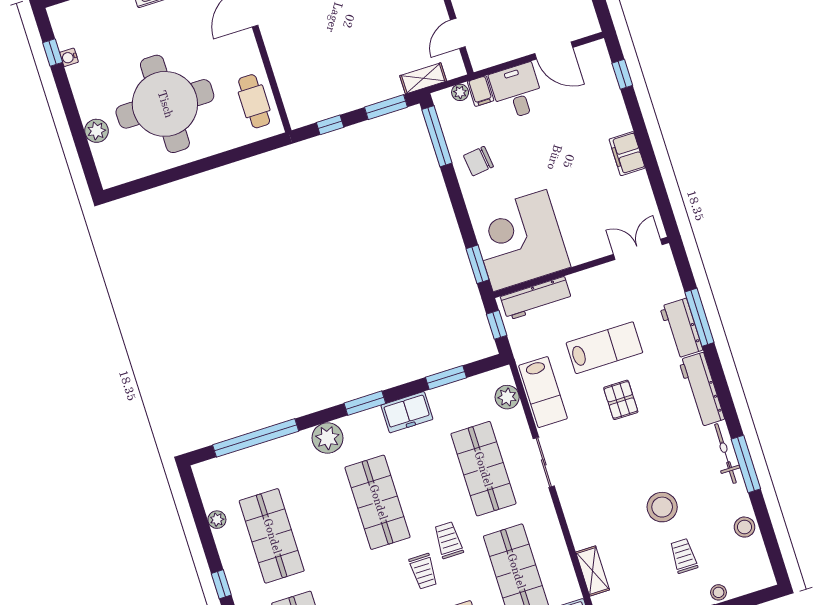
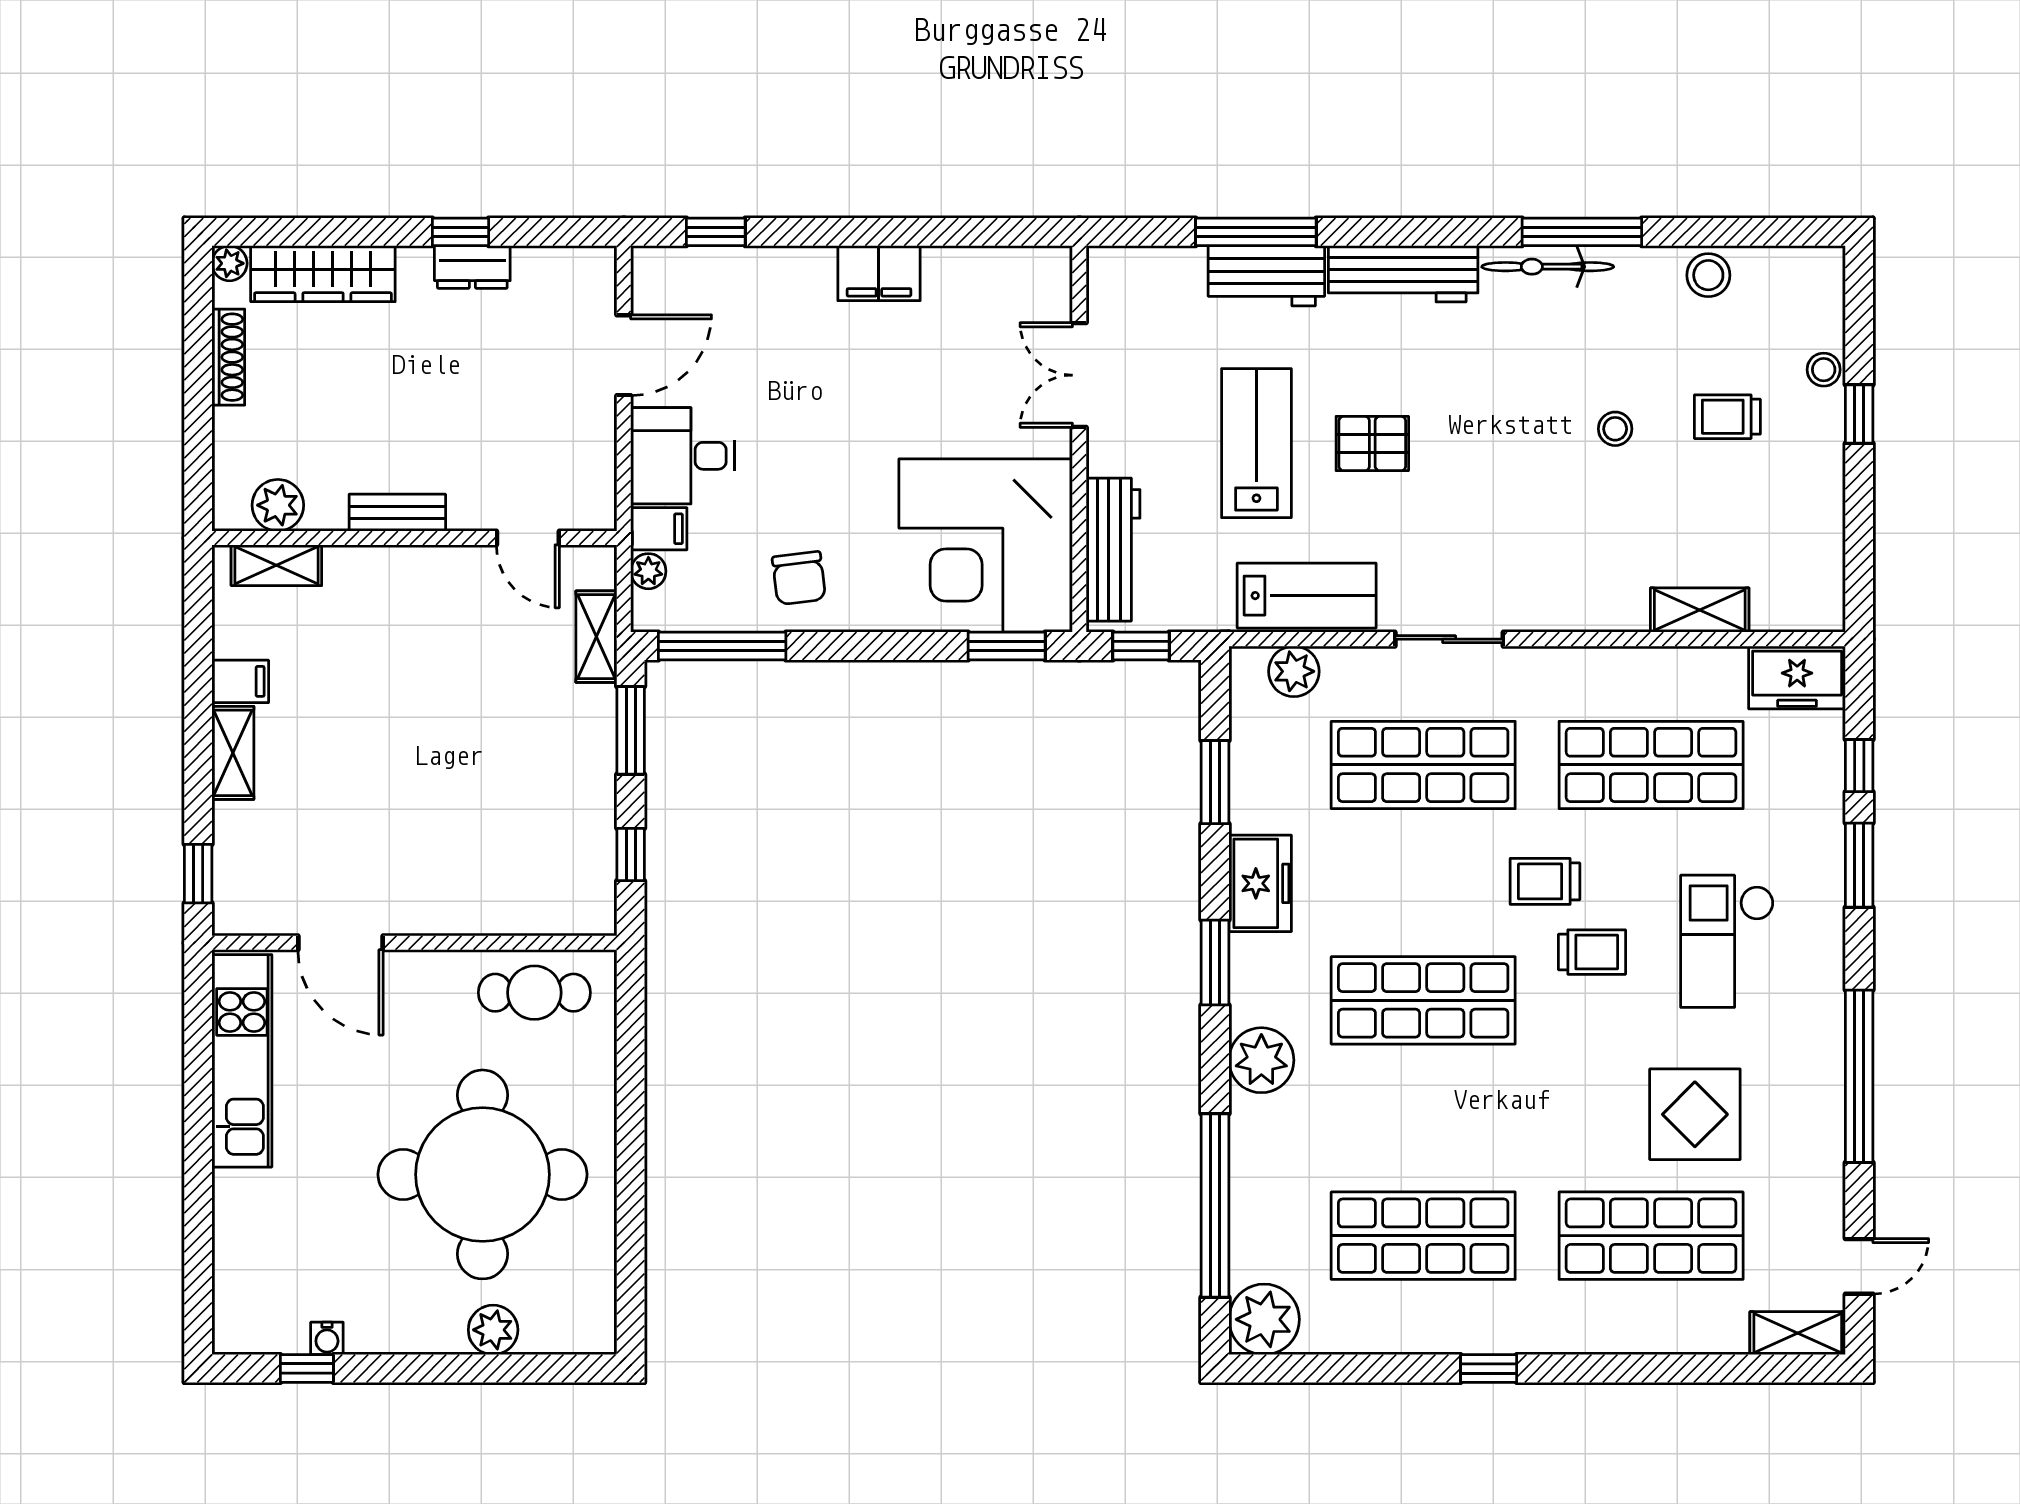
double door: (638, 249) -> (1079, 375), moved
stool: (662, 507) -> (1615, 429), width x0.53, depth x0.53
plant: (217, 520) -> (1264, 1319), moved, width x1.88, depth x1.88

